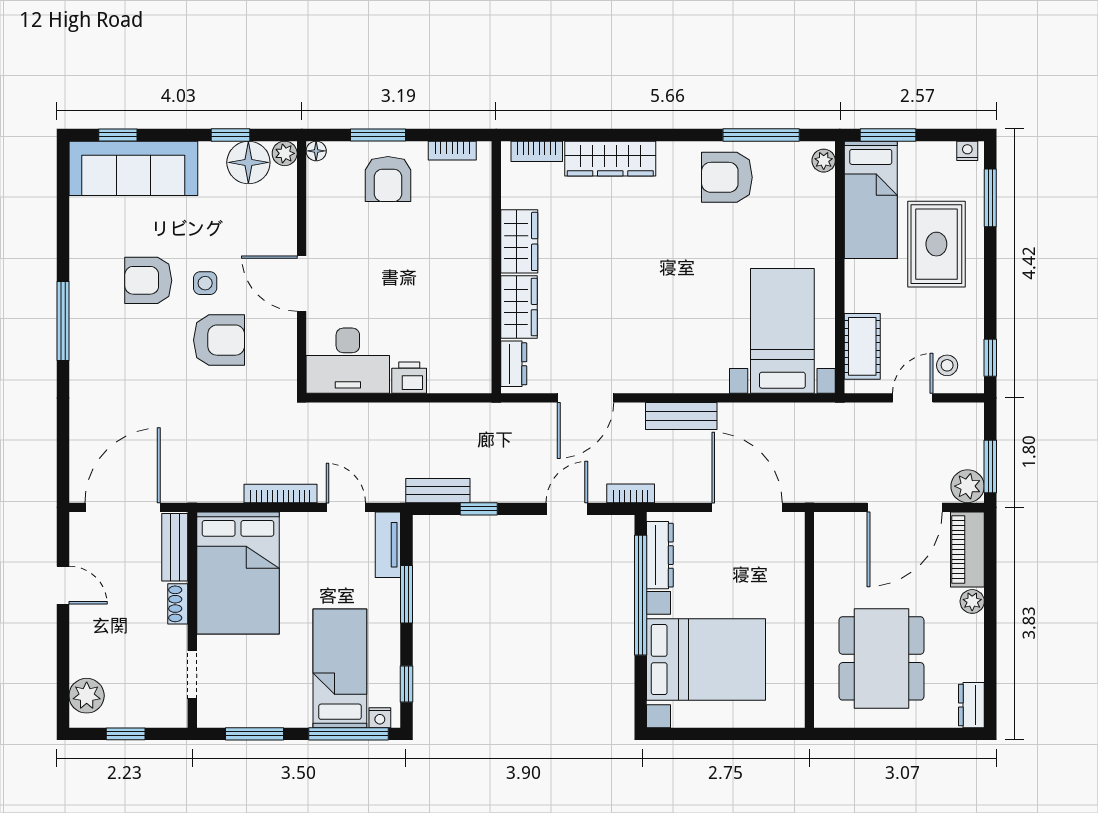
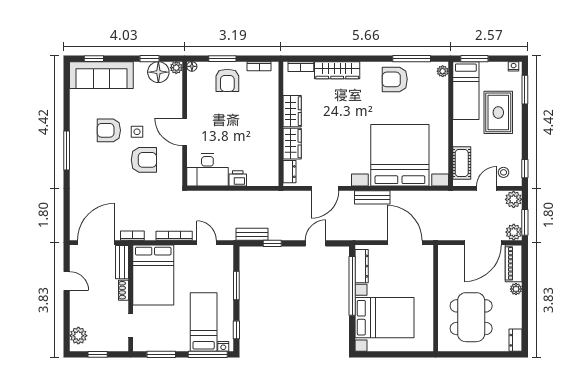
bed with nightstands: (782, 331) -> (400, 155), width x1.85
plant: (967, 420) -> (514, 199), added
bookcase: (631, 493) -> (132, 236), moved
tv unit: (388, 545) -> (227, 261), removed

